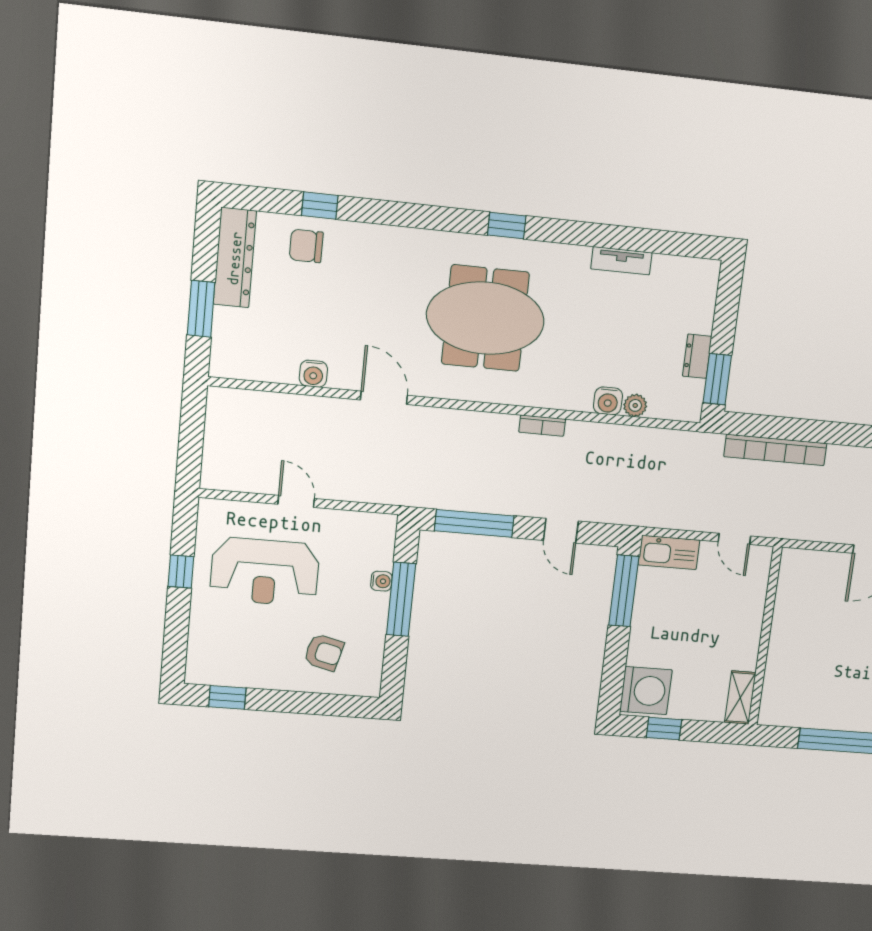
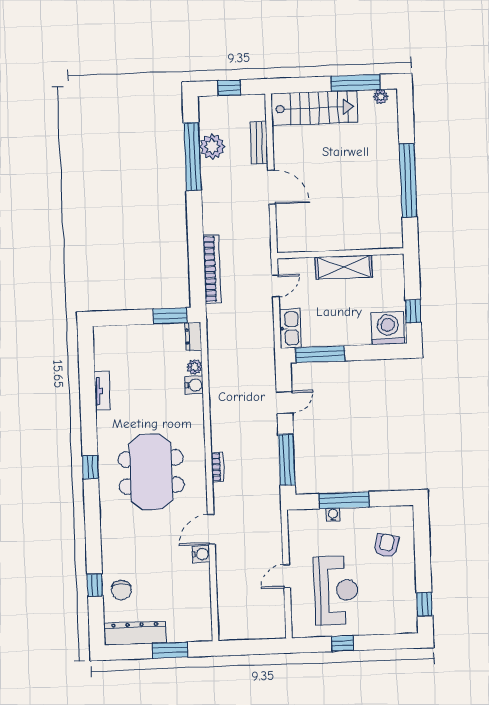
dresser: (697, 356) -> (193, 336), moved, turned 90
water cooler: (313, 374) -> (201, 554), moved
bookcase: (542, 426) -> (218, 467), moved
shelving: (740, 698) -> (344, 267), moved, width x1.50, depth x1.33

